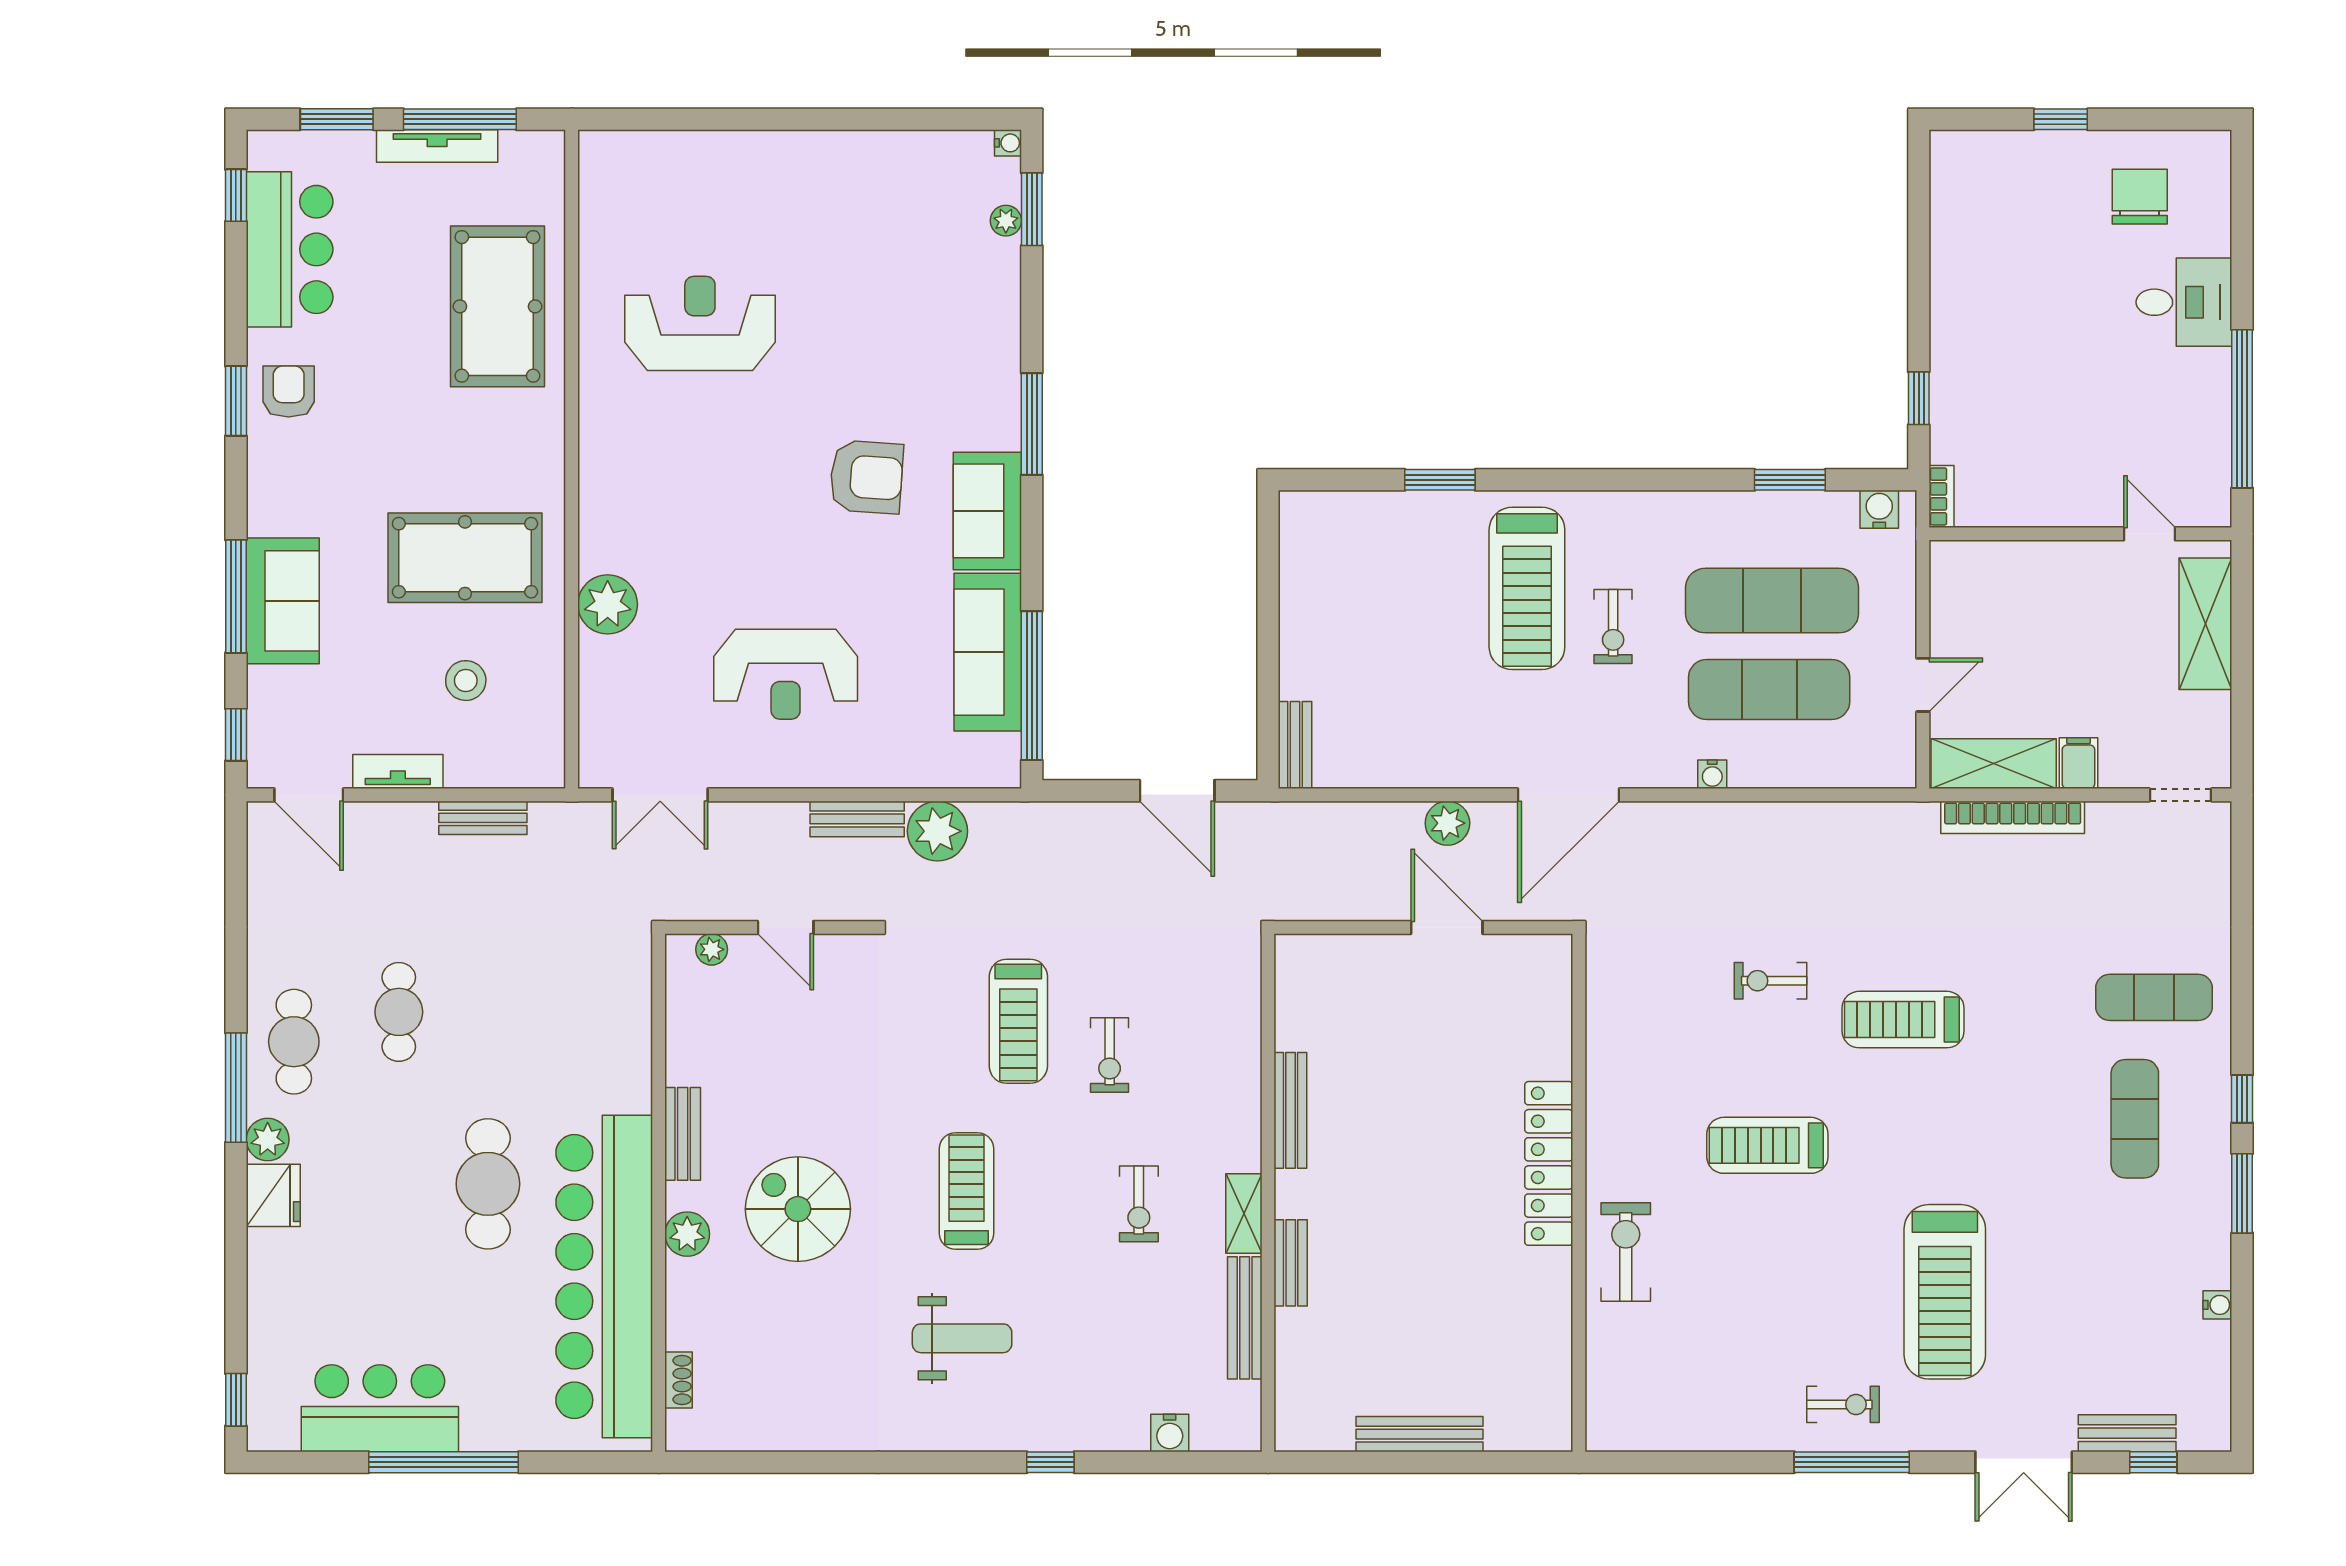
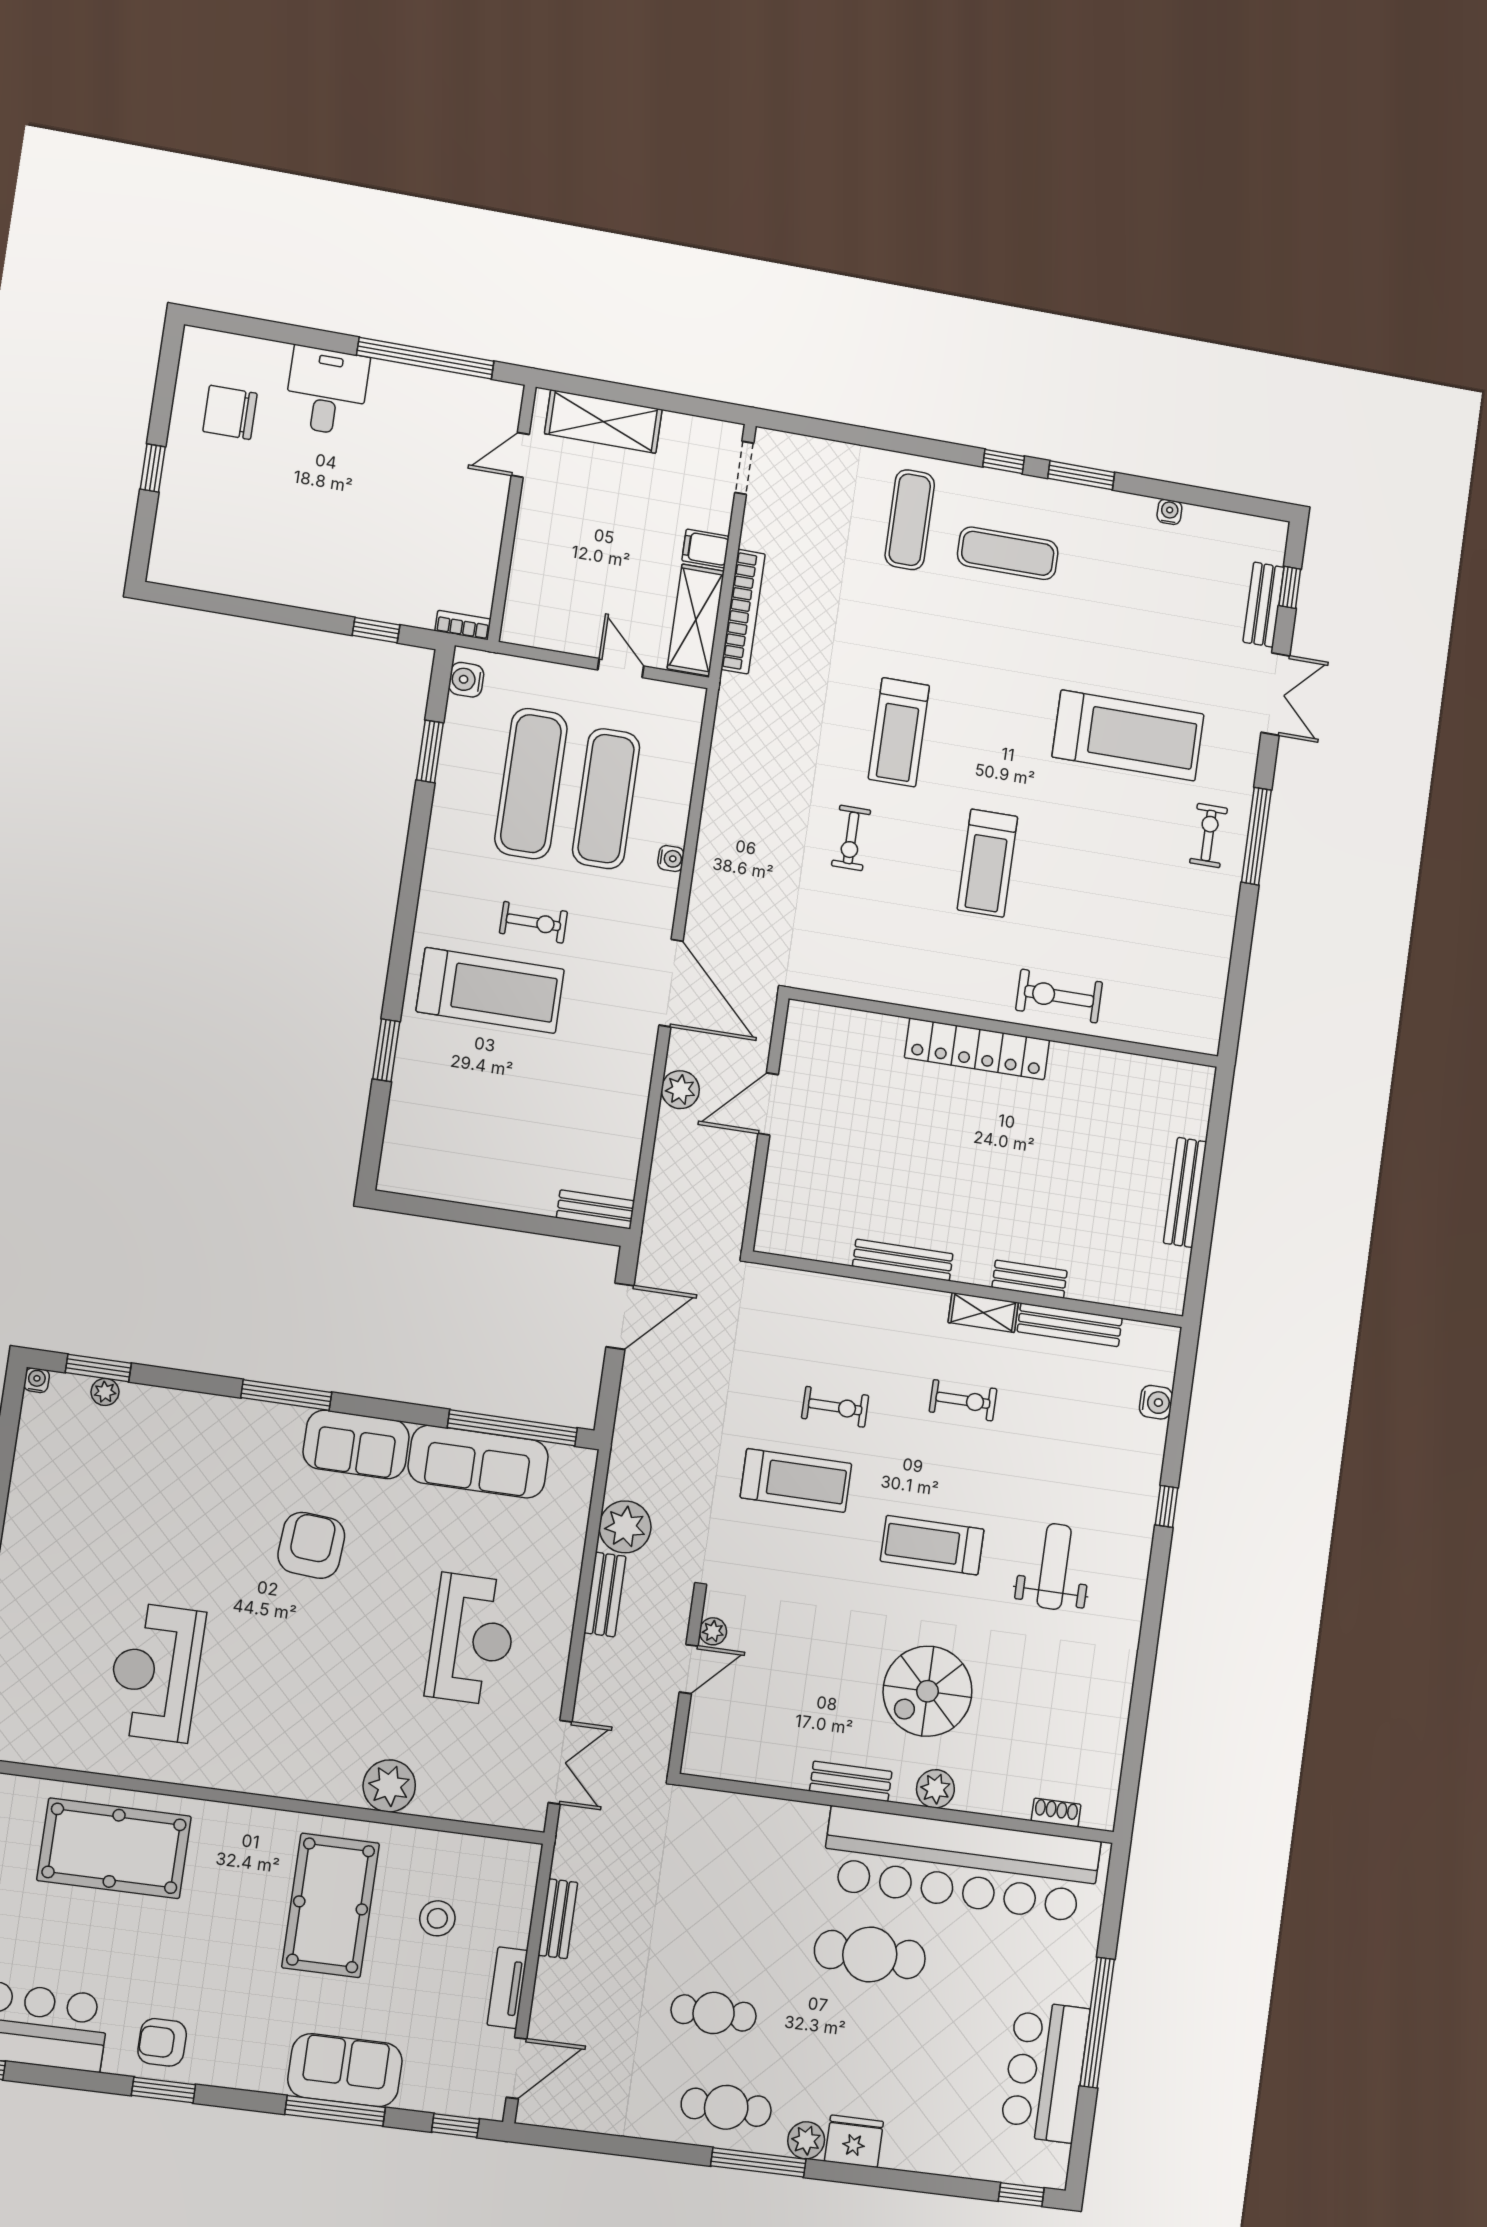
plant: (712, 949) -> (713, 1631), moved

